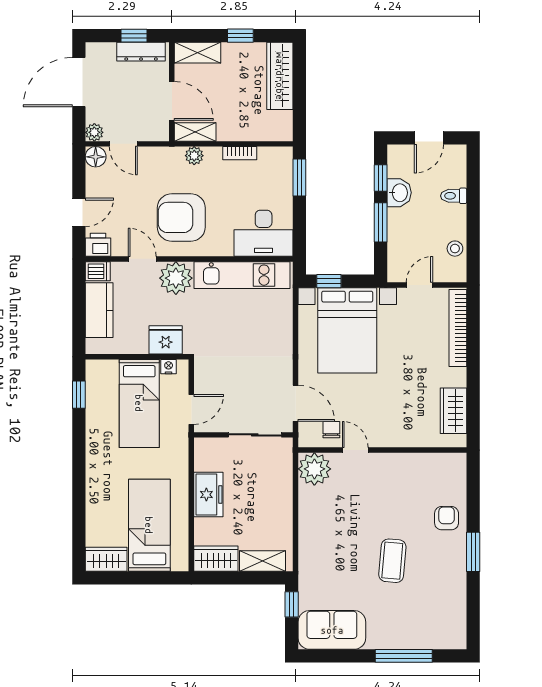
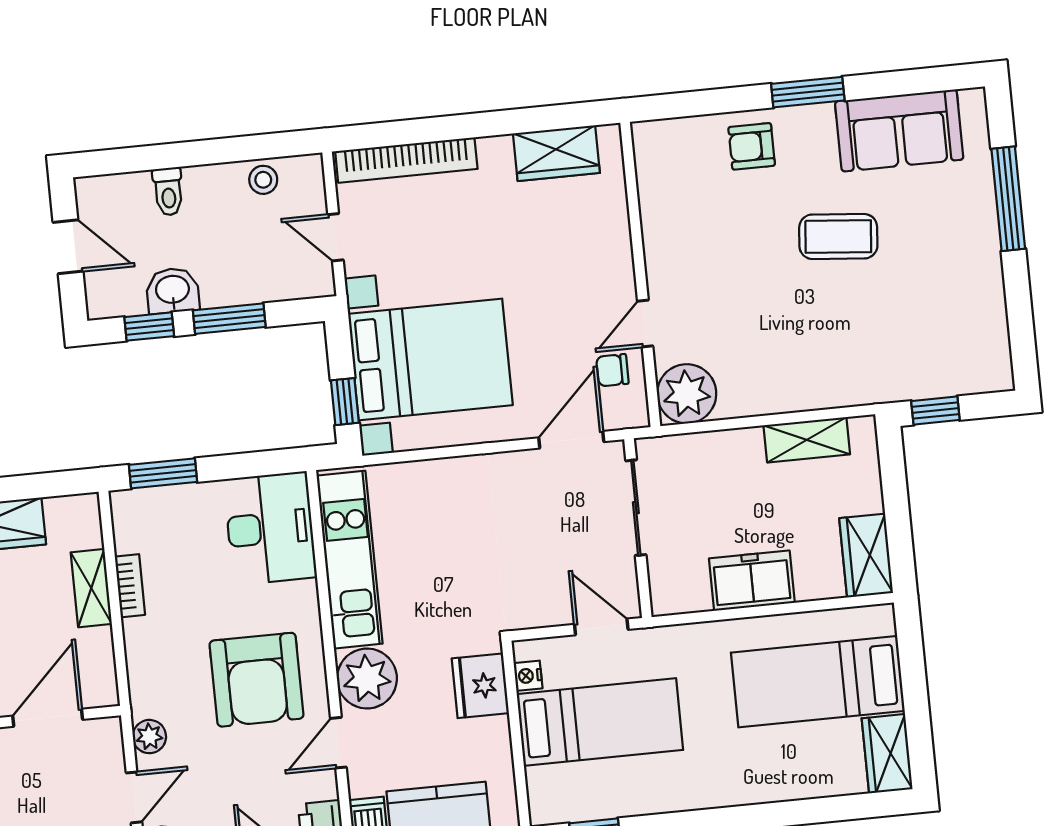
shelving: (195, 132) -> (91, 588), moved
plant: (194, 156) -> (149, 737), moved
shelving: (263, 561) -> (807, 440), moved, turned 90
sofa: (332, 630) -> (899, 130), moved, turned -90

